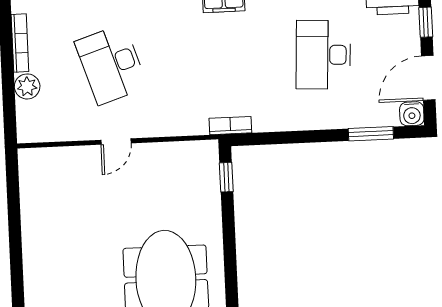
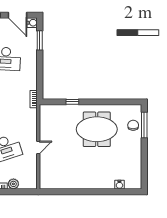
door: (116, 142) -> (38, 148), hinge flipped
window: (226, 177) -> (72, 102), moved

